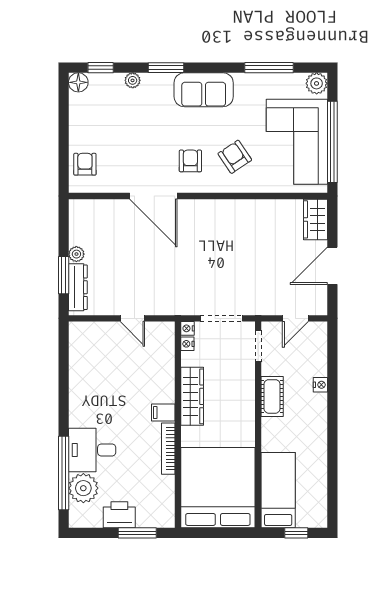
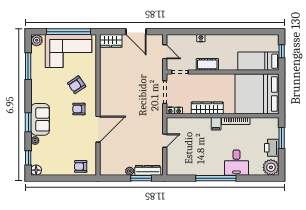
sofa: (204, 90) -> (40, 119), moved
window: (64, 473) -> (216, 178), moved
plant: (83, 488) -> (271, 167), moved

